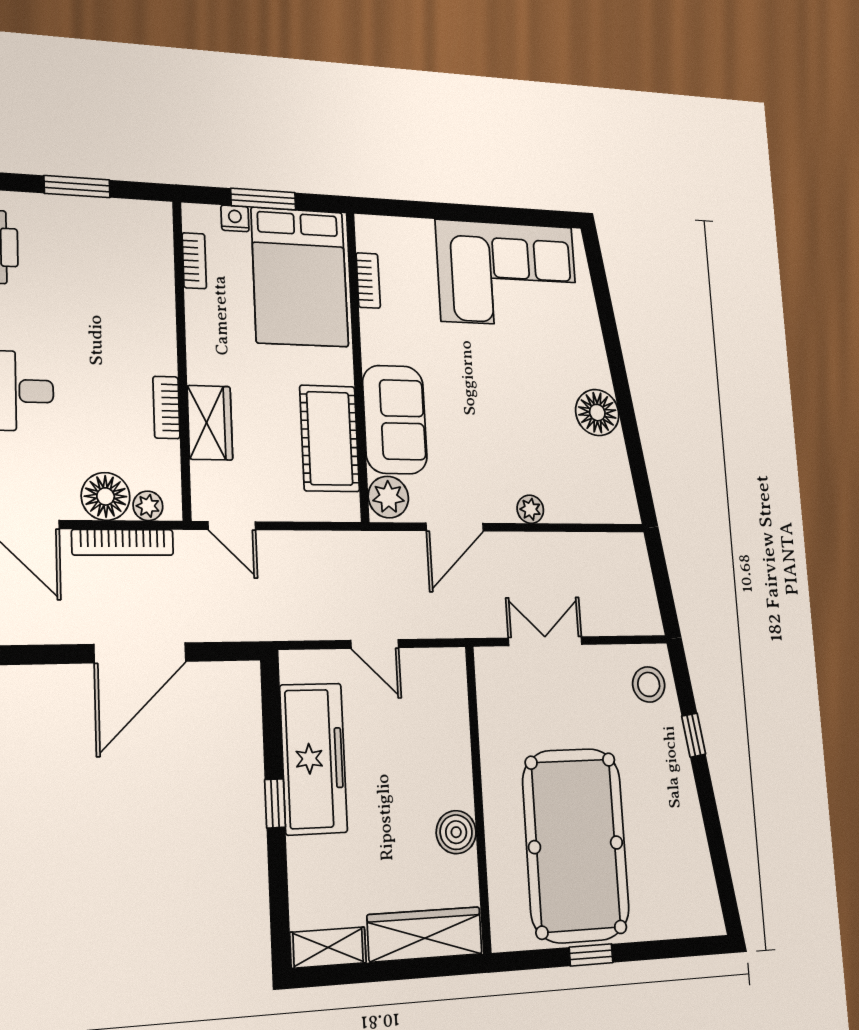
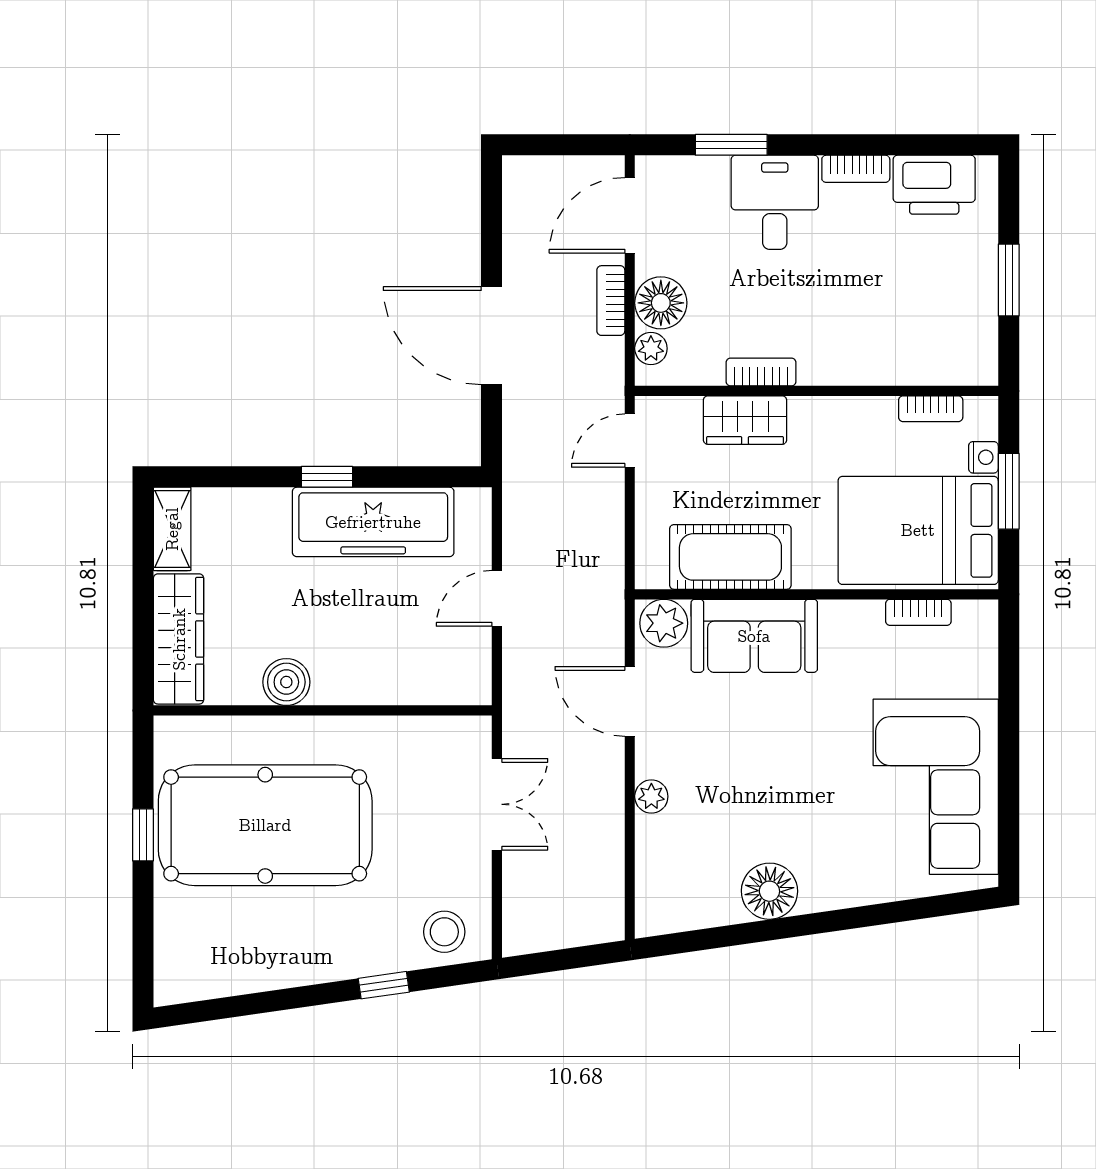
bookcase: (123, 542) -> (611, 301), width x0.64

